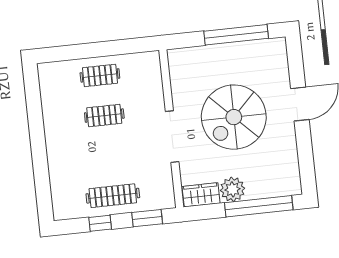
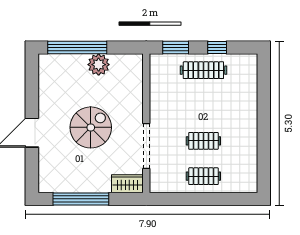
spiral stairs: (234, 117) -> (91, 127), width x0.73, depth x0.73
doorway: (172, 137) -> (146, 146), moved
wardrobe: (201, 195) -> (127, 184), moved, turned 180

